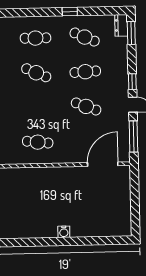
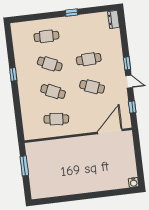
window: (131, 33) -> (122, 25), removed
cafe table: (85, 37) -> (53, 91), moved
window: (133, 137) -> (132, 107), width x0.46
water cooler: (64, 232) -> (134, 182), moved

